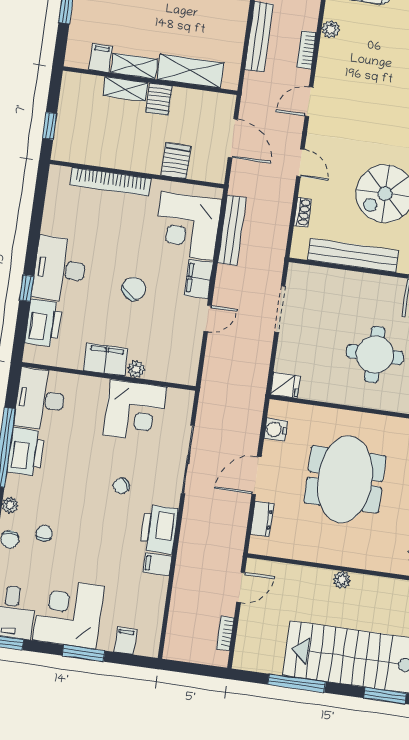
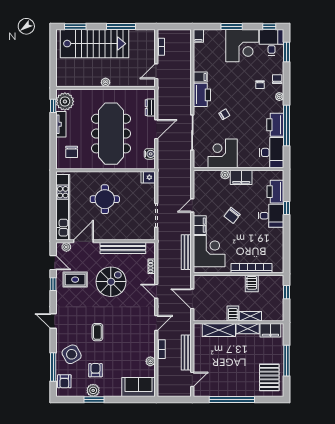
filing cabinet: (101, 58) -> (270, 330), width x2.00
server rack: (176, 161) -> (252, 283), moved
desk: (60, 269) -> (271, 216), width x0.73
meeting table: (345, 479) -> (111, 134), width x1.36
filing cabinet: (126, 641) -> (198, 36), moved

